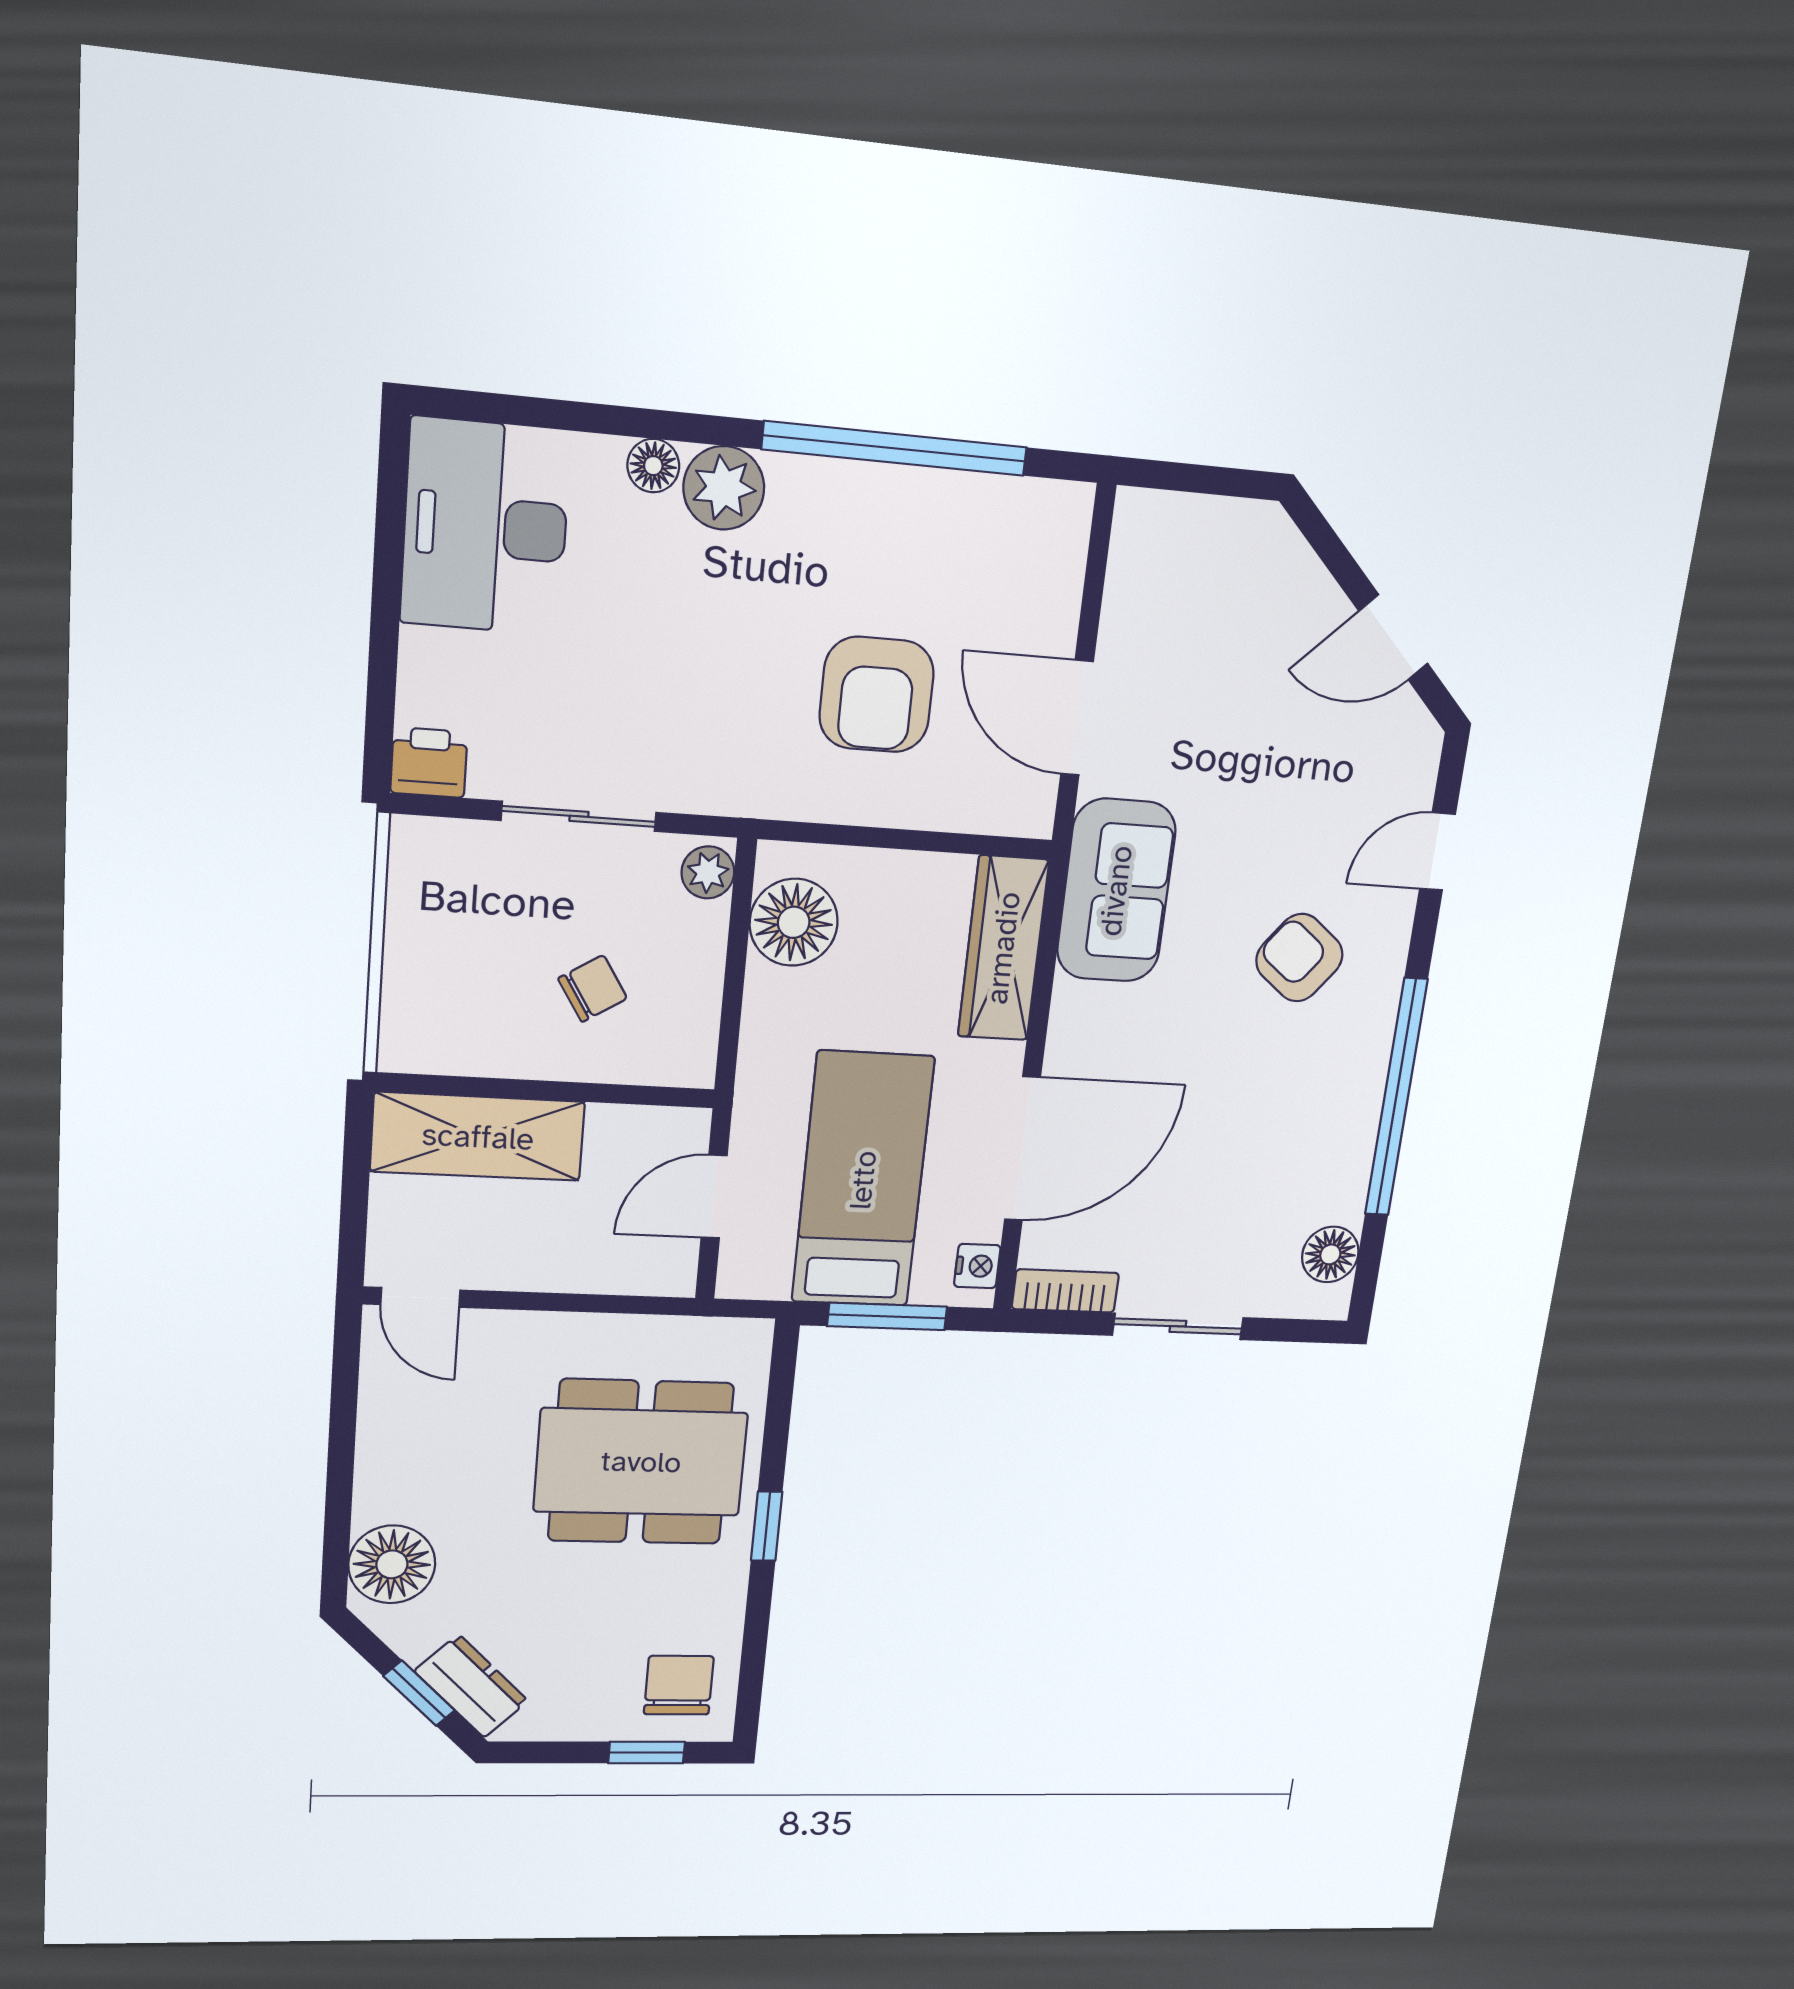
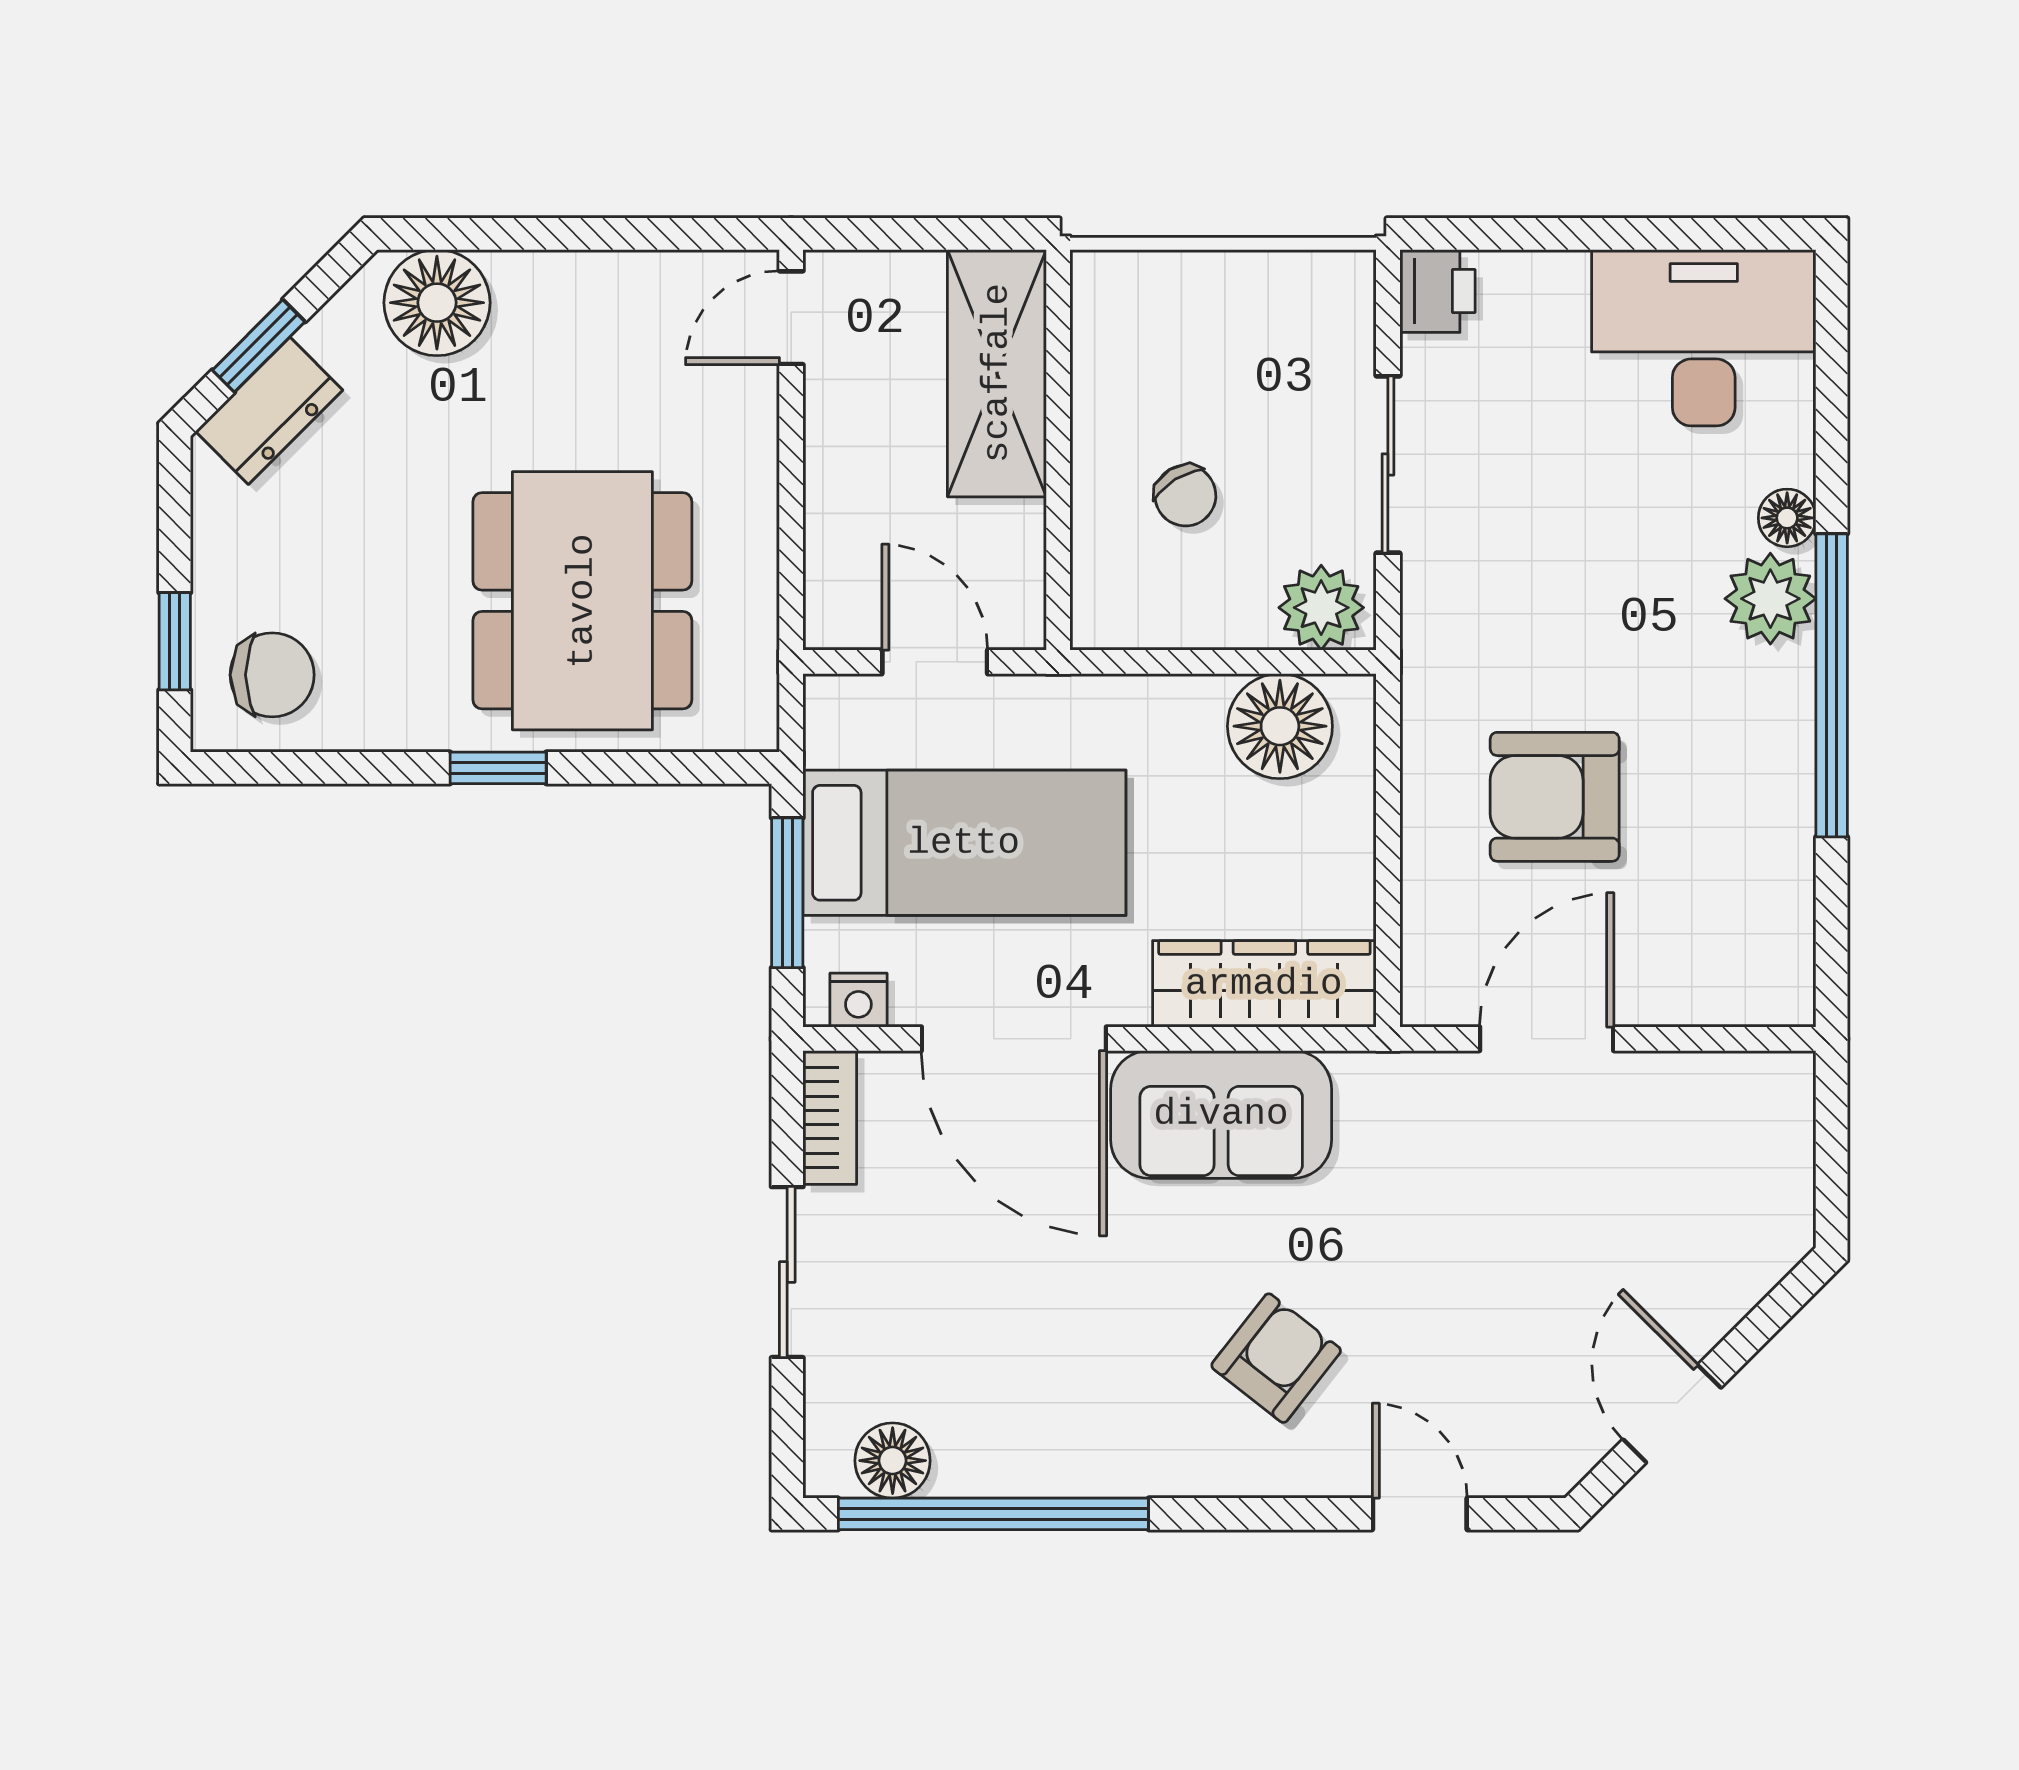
window: (895, 448) -> (1832, 685), moved
plant: (708, 872) -> (1321, 608), width x1.38, depth x1.38
sofa: (1116, 891) -> (1221, 1114), moved
window: (1396, 1098) -> (993, 1514), moved

